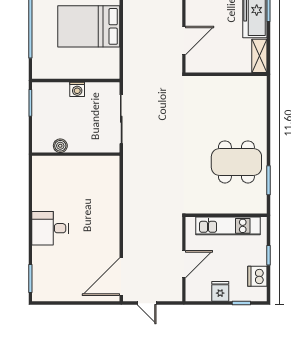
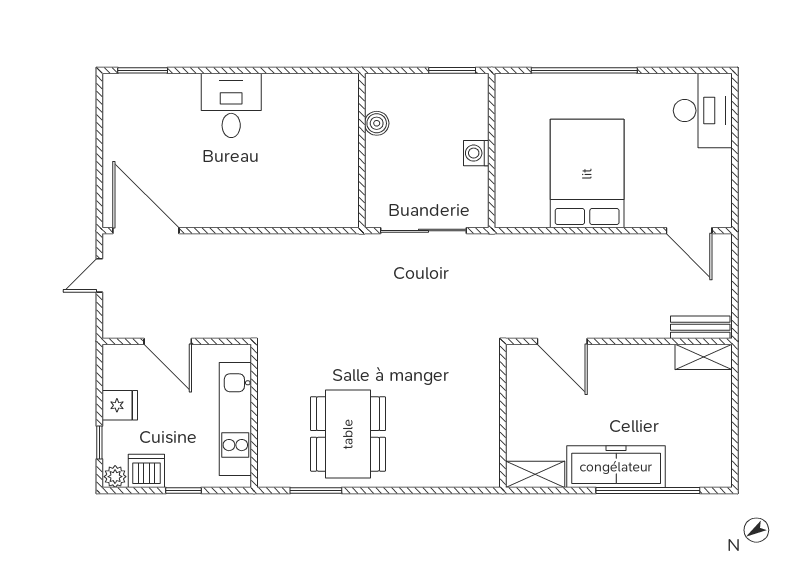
plant: (261, 294) -> (115, 477), added

